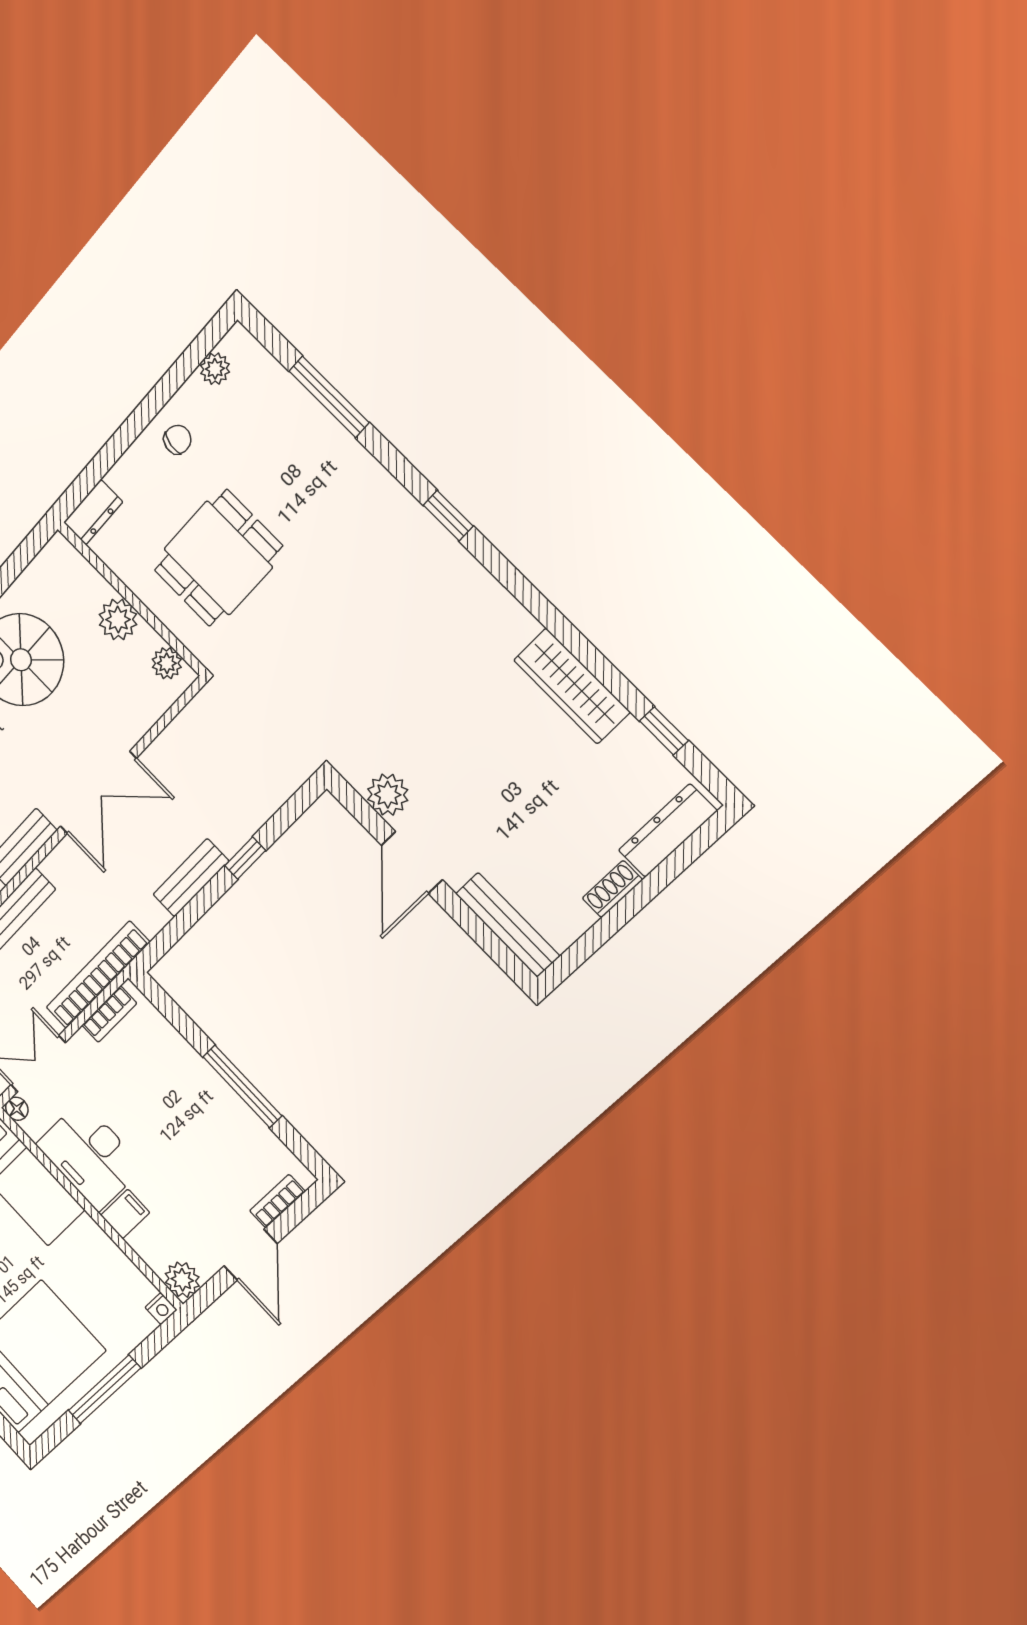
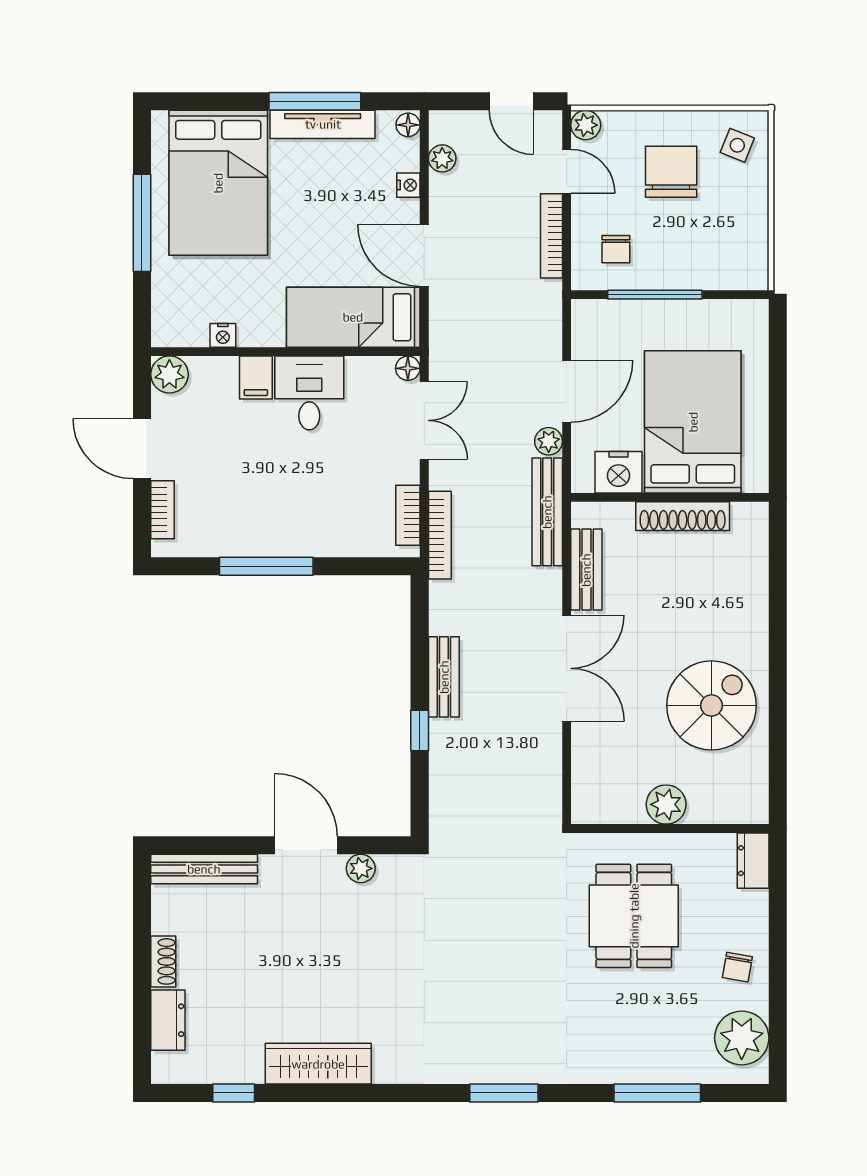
plant: (215, 369) -> (742, 1038), width x1.88, depth x1.88
window: (448, 516) -> (504, 1093), width x1.50
plant: (167, 663) -> (603, 809), removed
double door: (98, 793) -> (567, 668), swing flipped
plant: (388, 795) -> (361, 868), width x0.73, depth x0.73
dresser: (668, 831) -> (168, 1020), width x0.70
bookcase: (98, 975) -> (440, 535), width x0.68, depth x0.76
desk: (90, 1156) -> (309, 393), width x0.73
nightstand: (161, 1309) -> (223, 335), moved, turned -90

